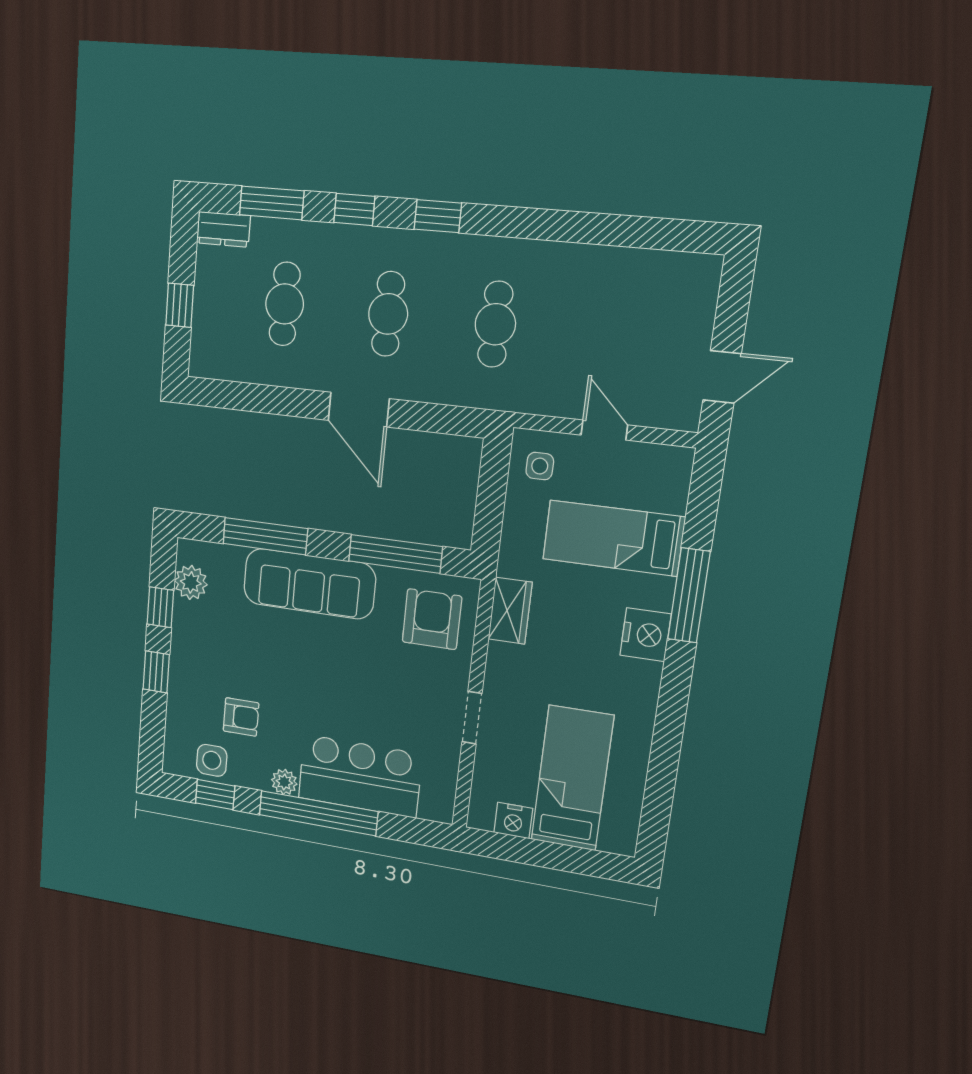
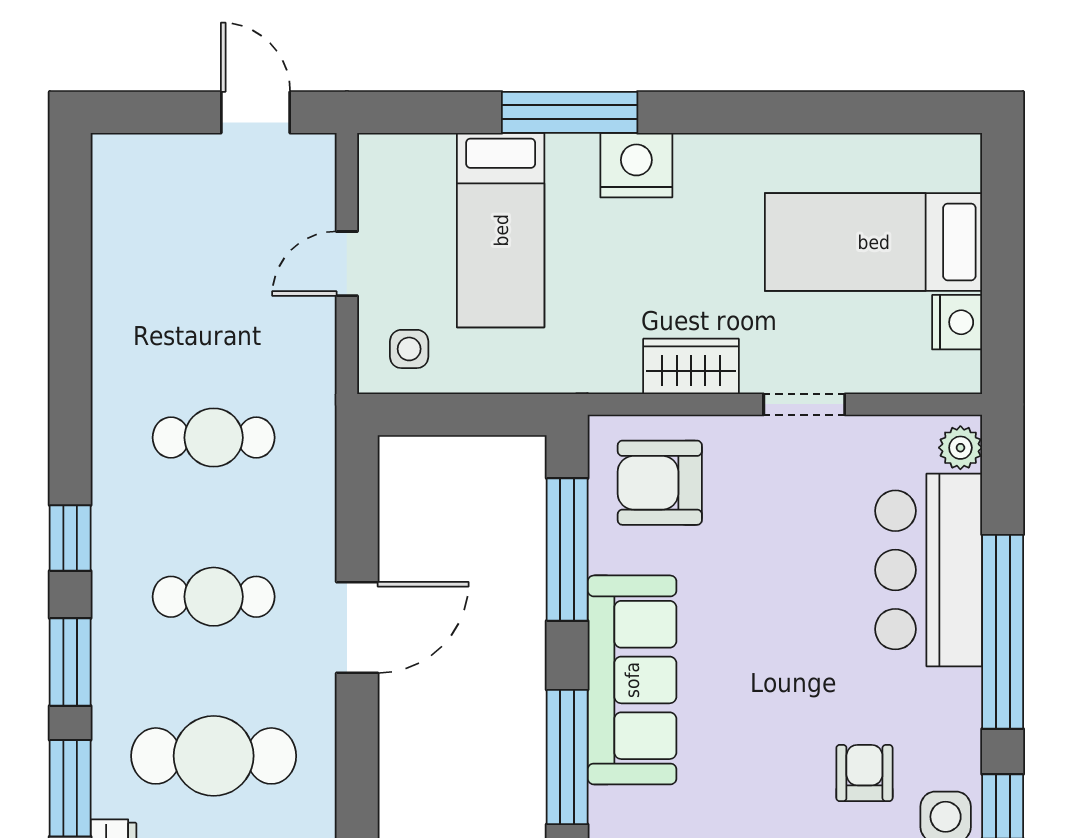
window: (354, 209) -> (70, 662), width x1.50
cafe table: (285, 304) -> (214, 756), width x1.37, depth x1.35
wardrobe: (510, 611) -> (691, 366), moved
plant: (284, 782) -> (960, 448), moved

